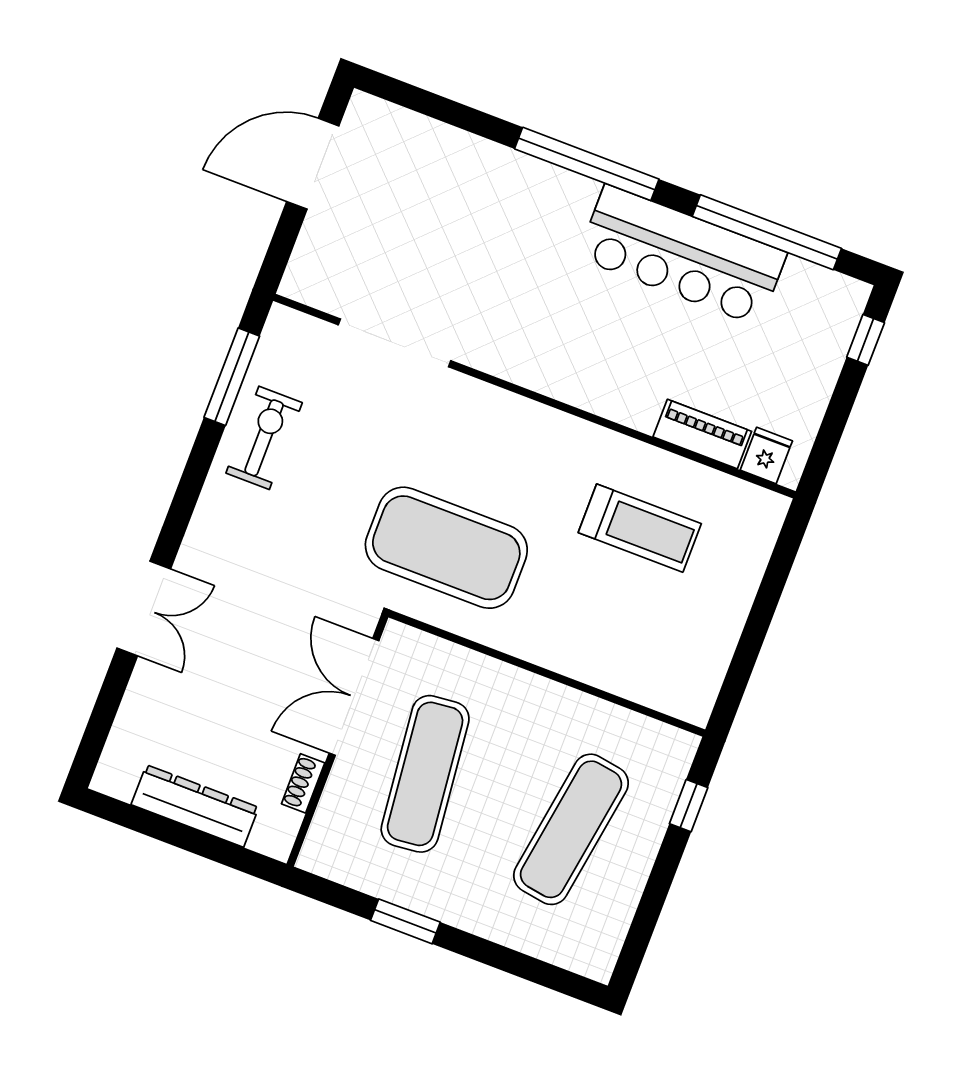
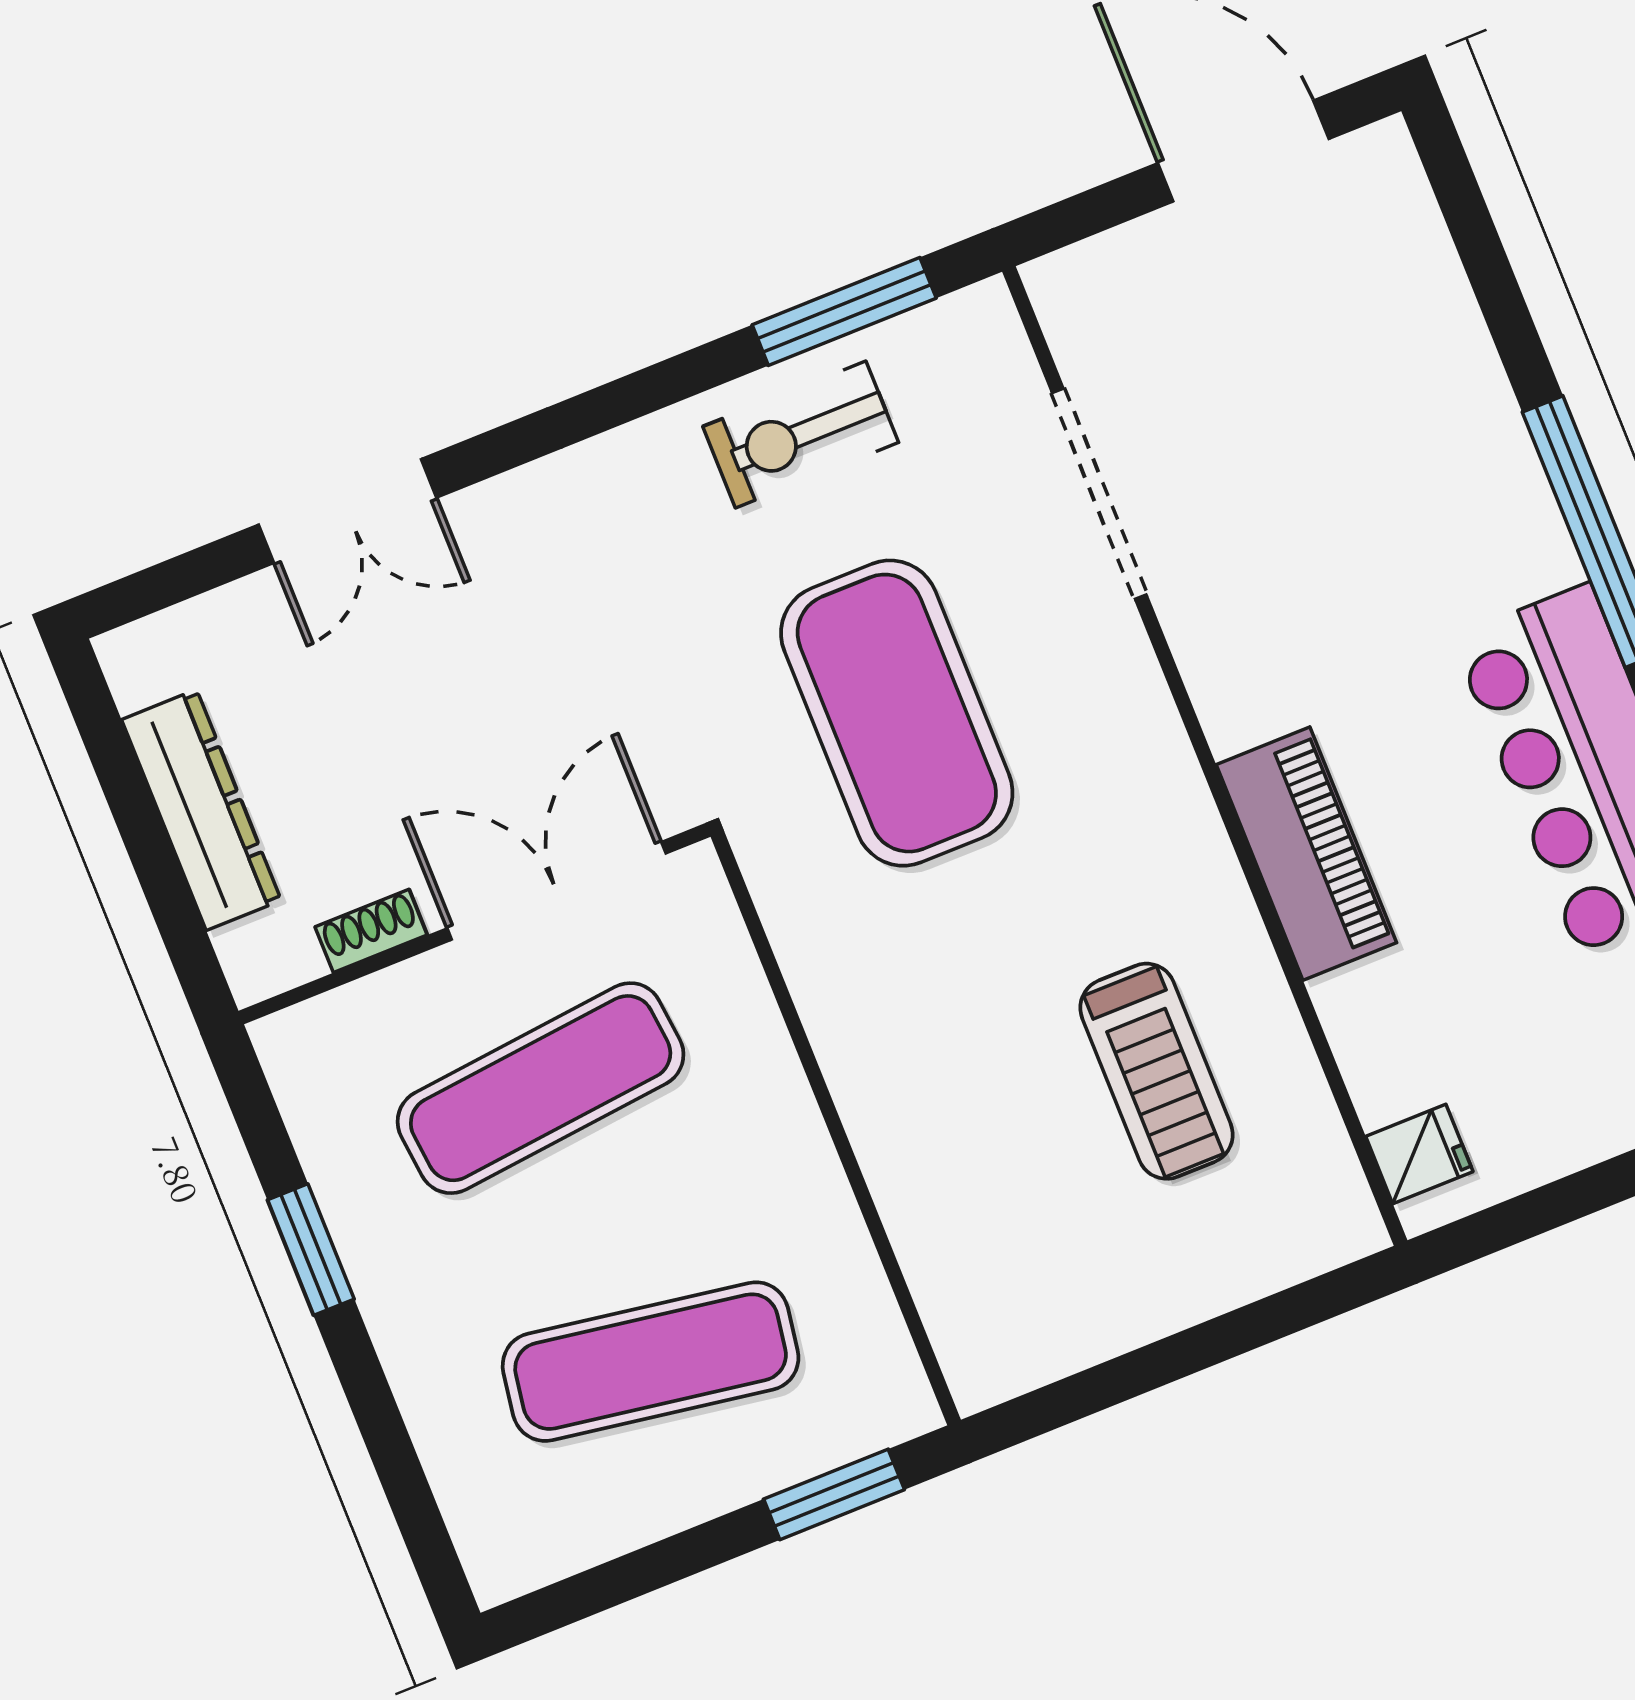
piano: (702, 434) -> (1306, 854), moved, width x1.37, depth x1.33
exercise bike: (264, 438) -> (801, 434), turned 180
exercise mat: (446, 548) -> (897, 713), moved
double door: (144, 609) -> (348, 511), moved
window: (689, 806) -> (834, 1494), width x1.50

